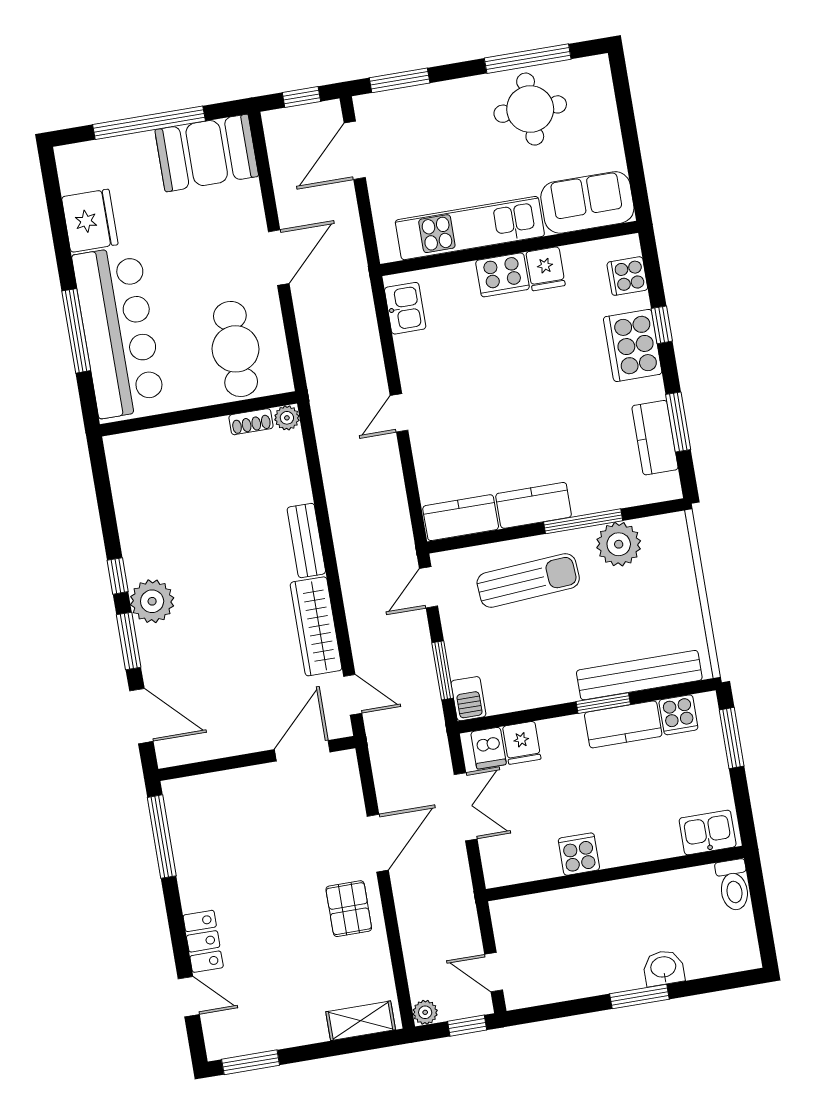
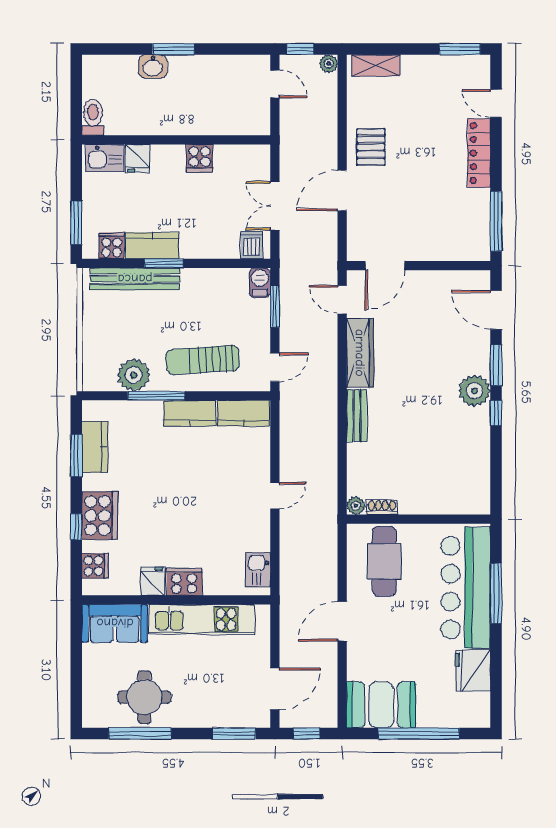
fridge: (522, 743) -> (138, 159), moved, turned 180
locker: (203, 941) -> (479, 153), width x1.53

